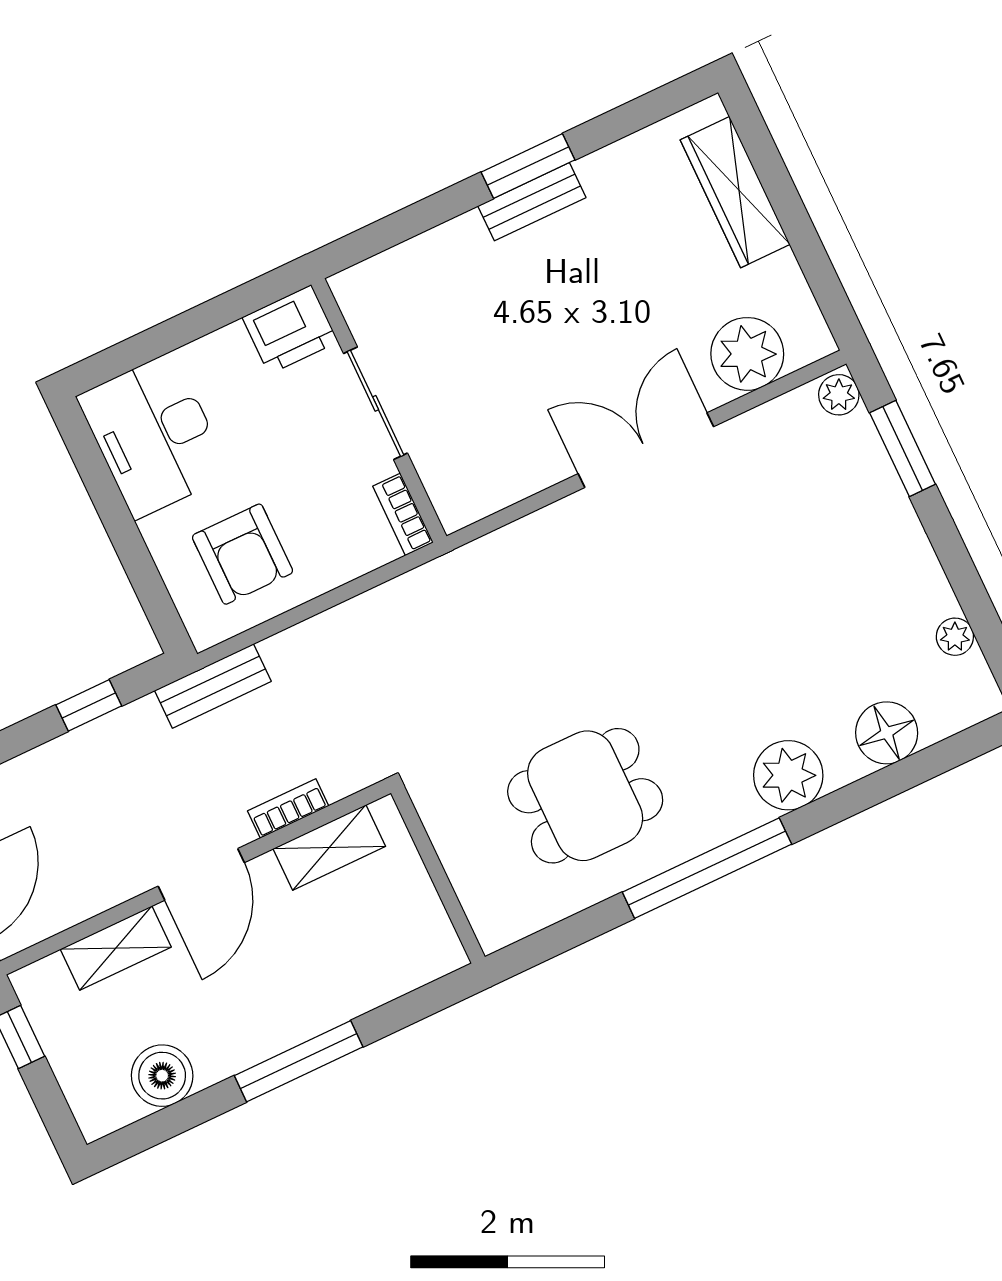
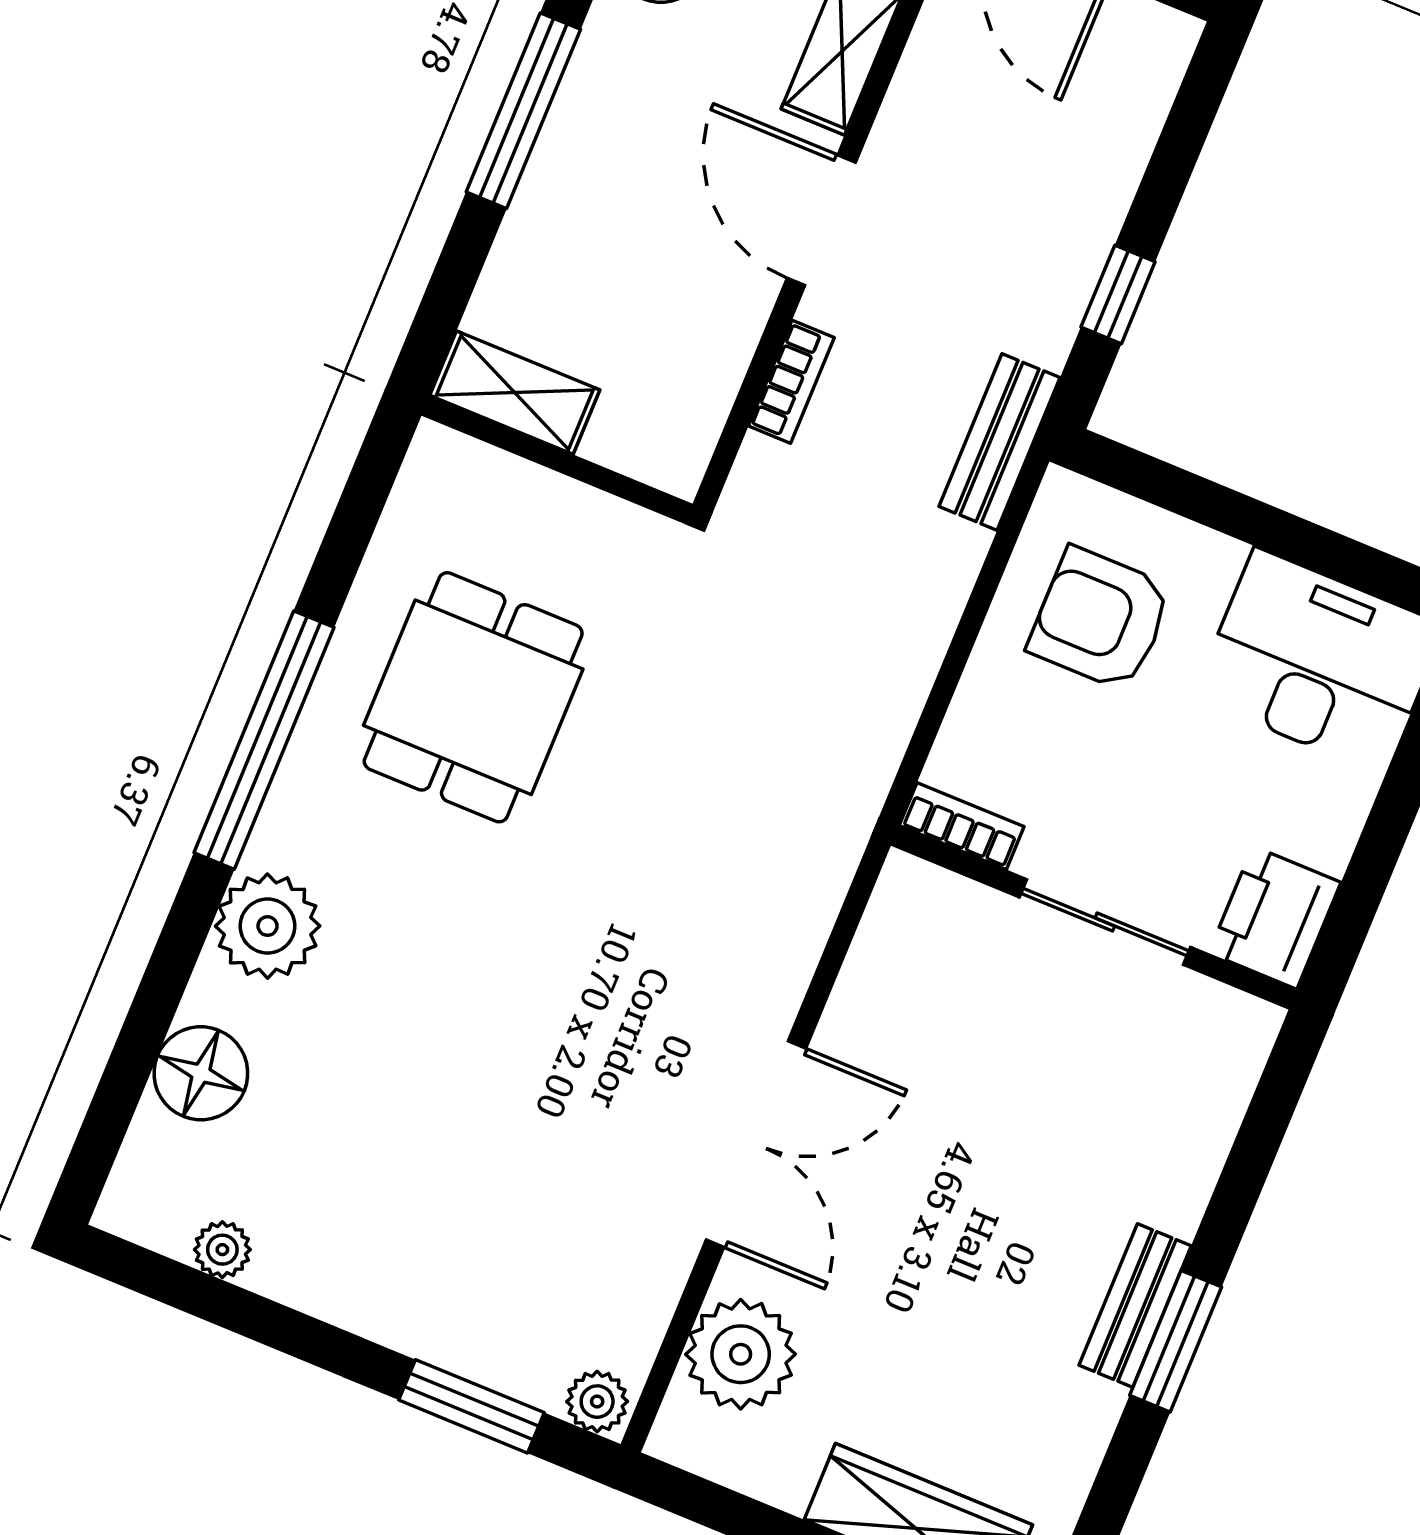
shelving: (329, 847) -> (515, 393), moved, turned 90

